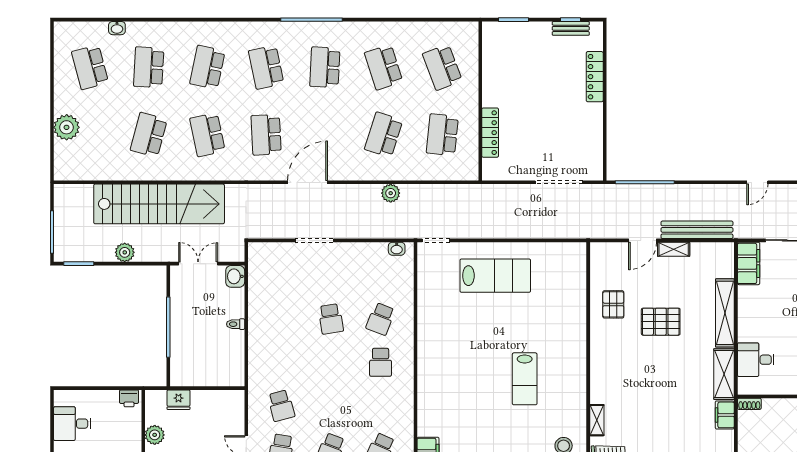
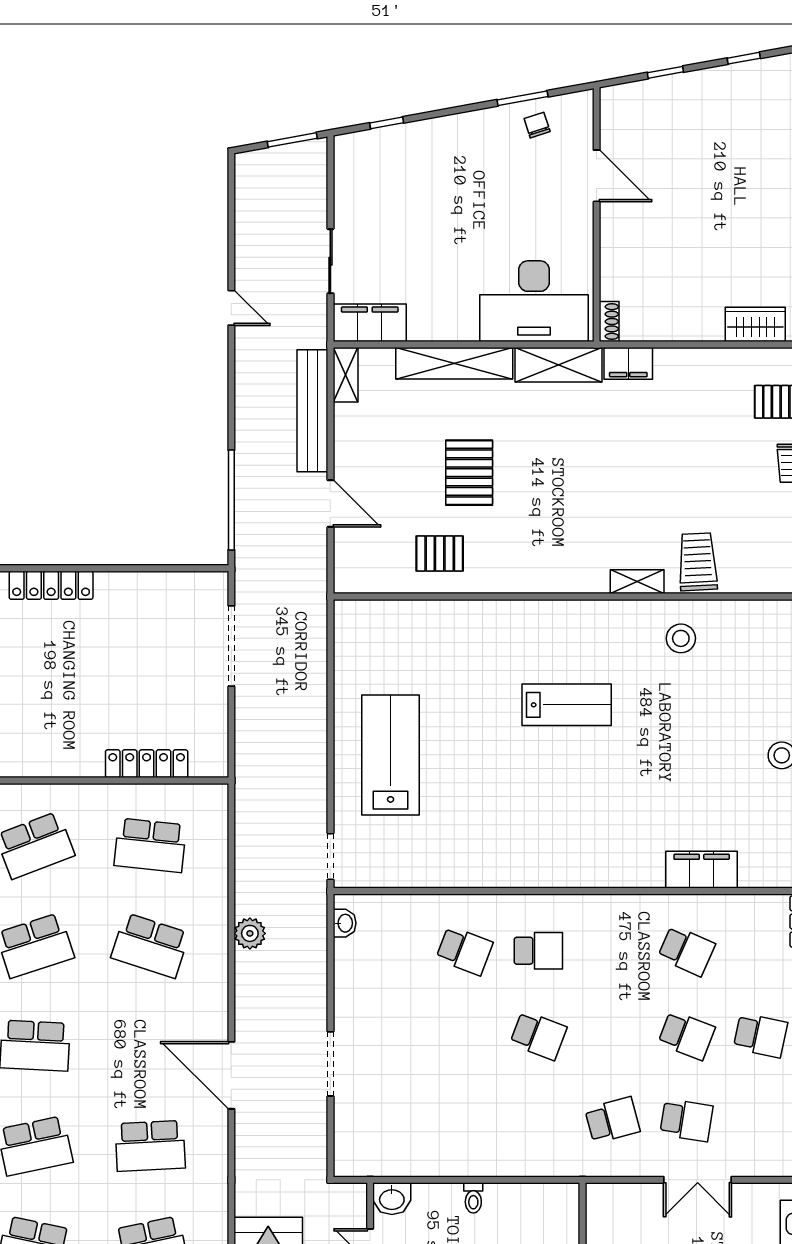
shelving: (674, 249) -> (346, 375), moved
school desk: (331, 319) -> (538, 1035), moved, turned 30
desk: (756, 360) -> (534, 301), width x1.87, depth x1.30

